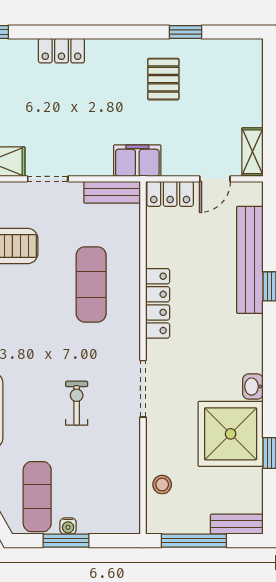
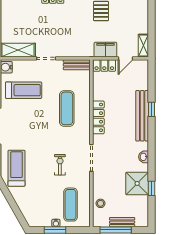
filing cabinet: (137, 161) -> (105, 50), moved
bench: (250, 260) -> (142, 116), moved
shower: (231, 434) -> (137, 183), width x0.73, depth x0.73
exercise mat: (37, 497) -> (71, 205), moved
bench: (237, 524) -> (122, 222), moved

